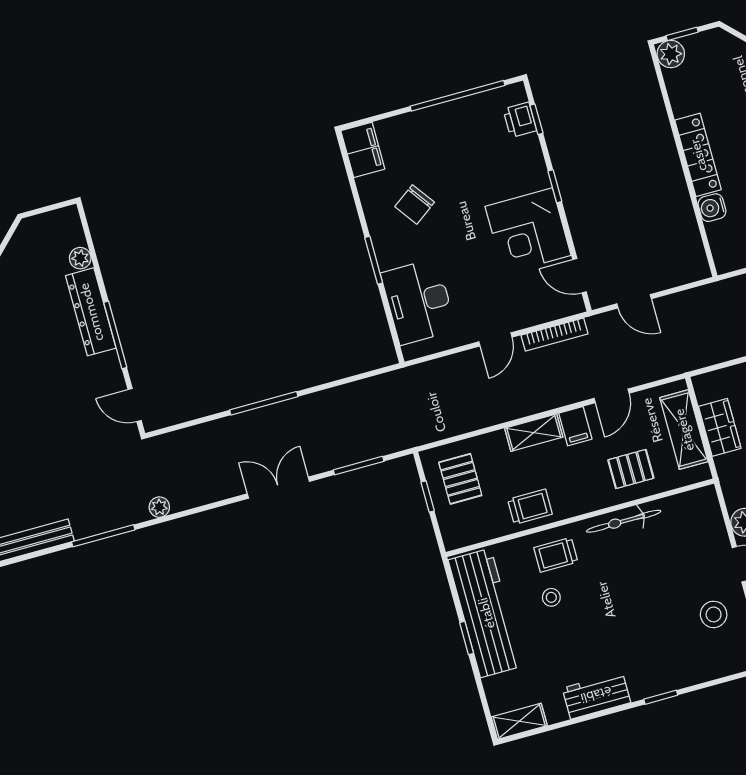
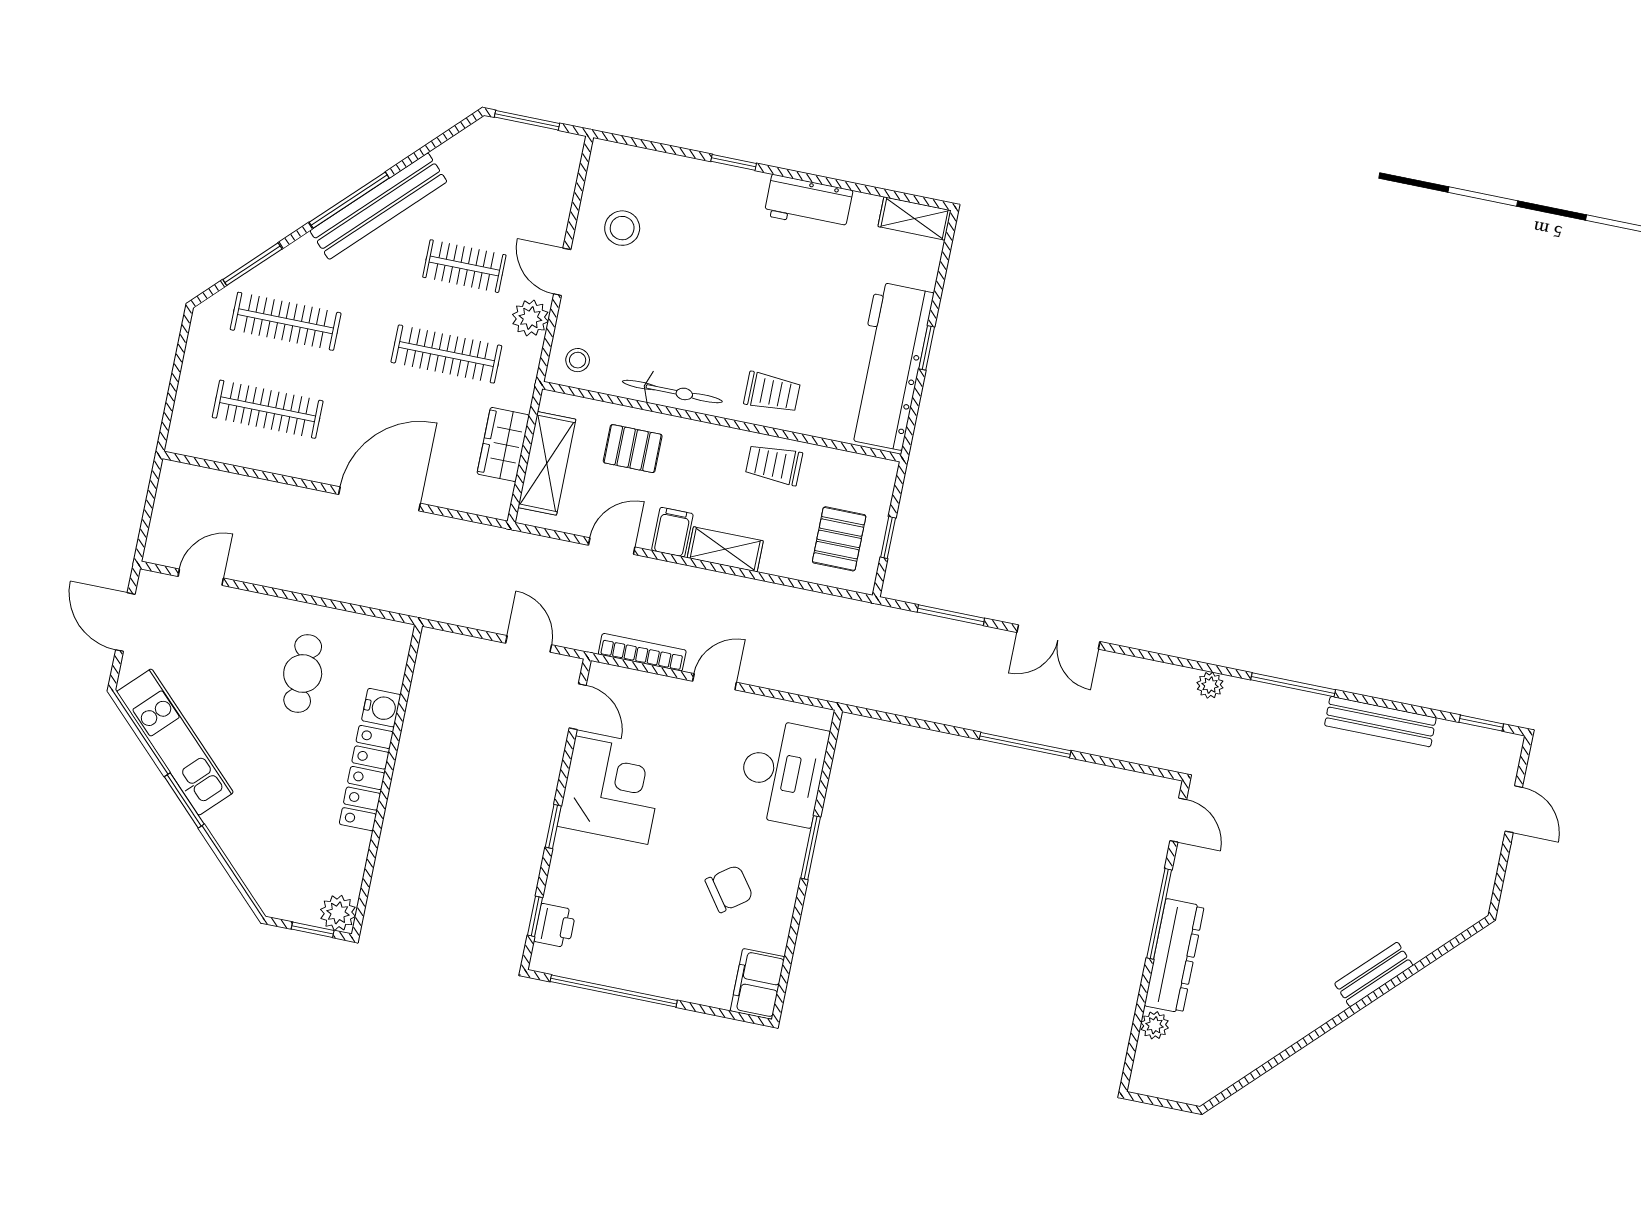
stool: (551, 597) -> (578, 360), moved

